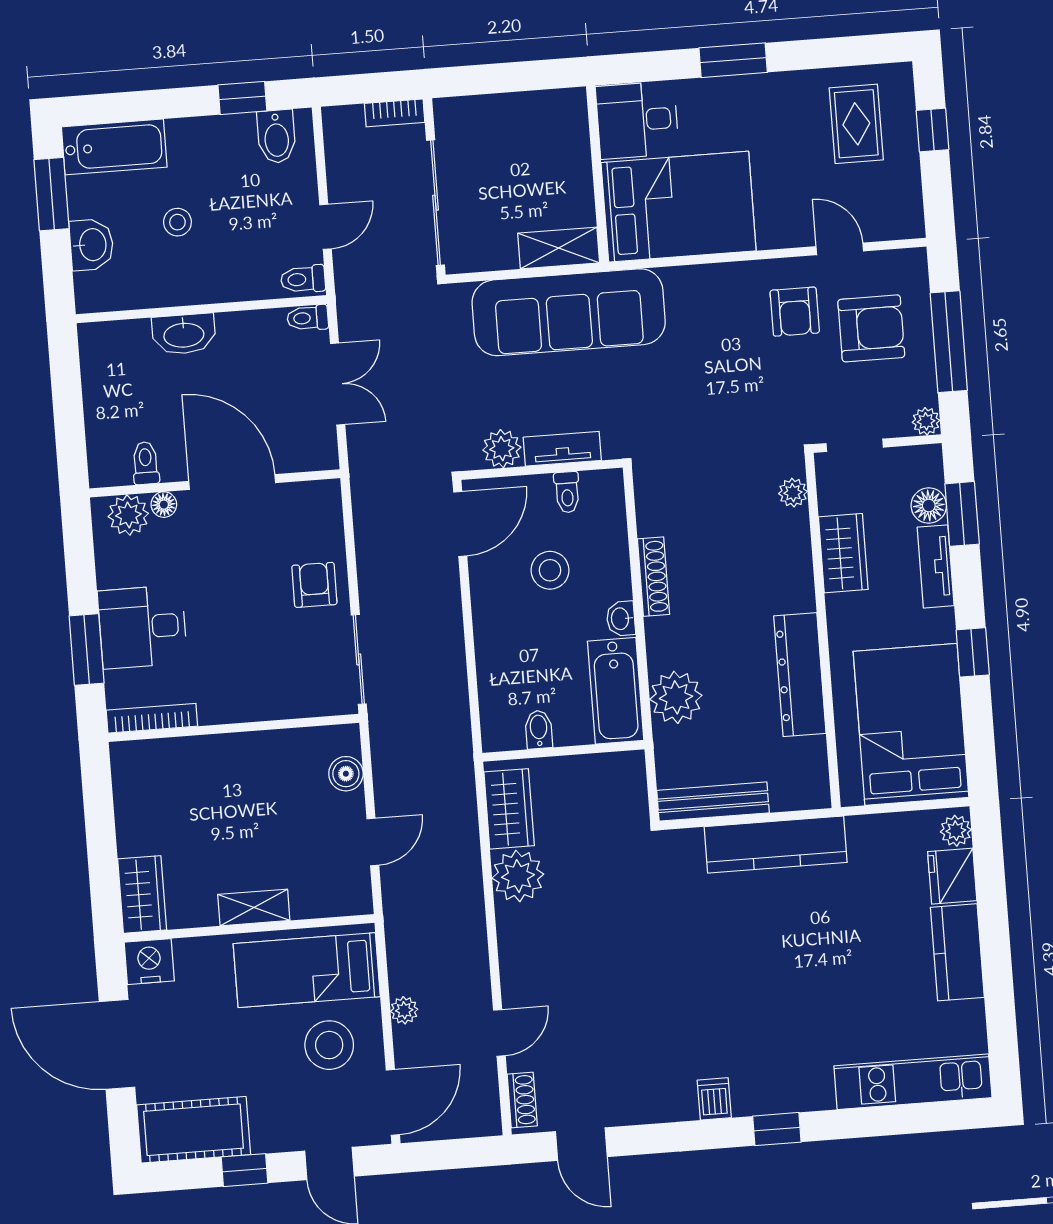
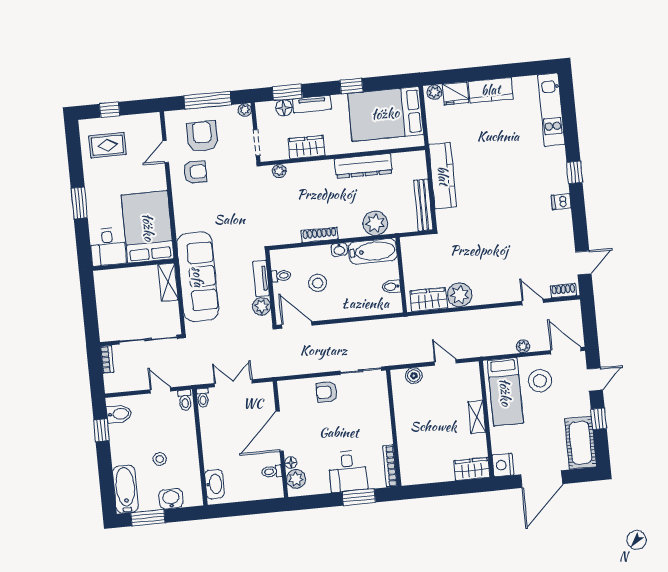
washbasin: (184, 334) -> (214, 484), moved

